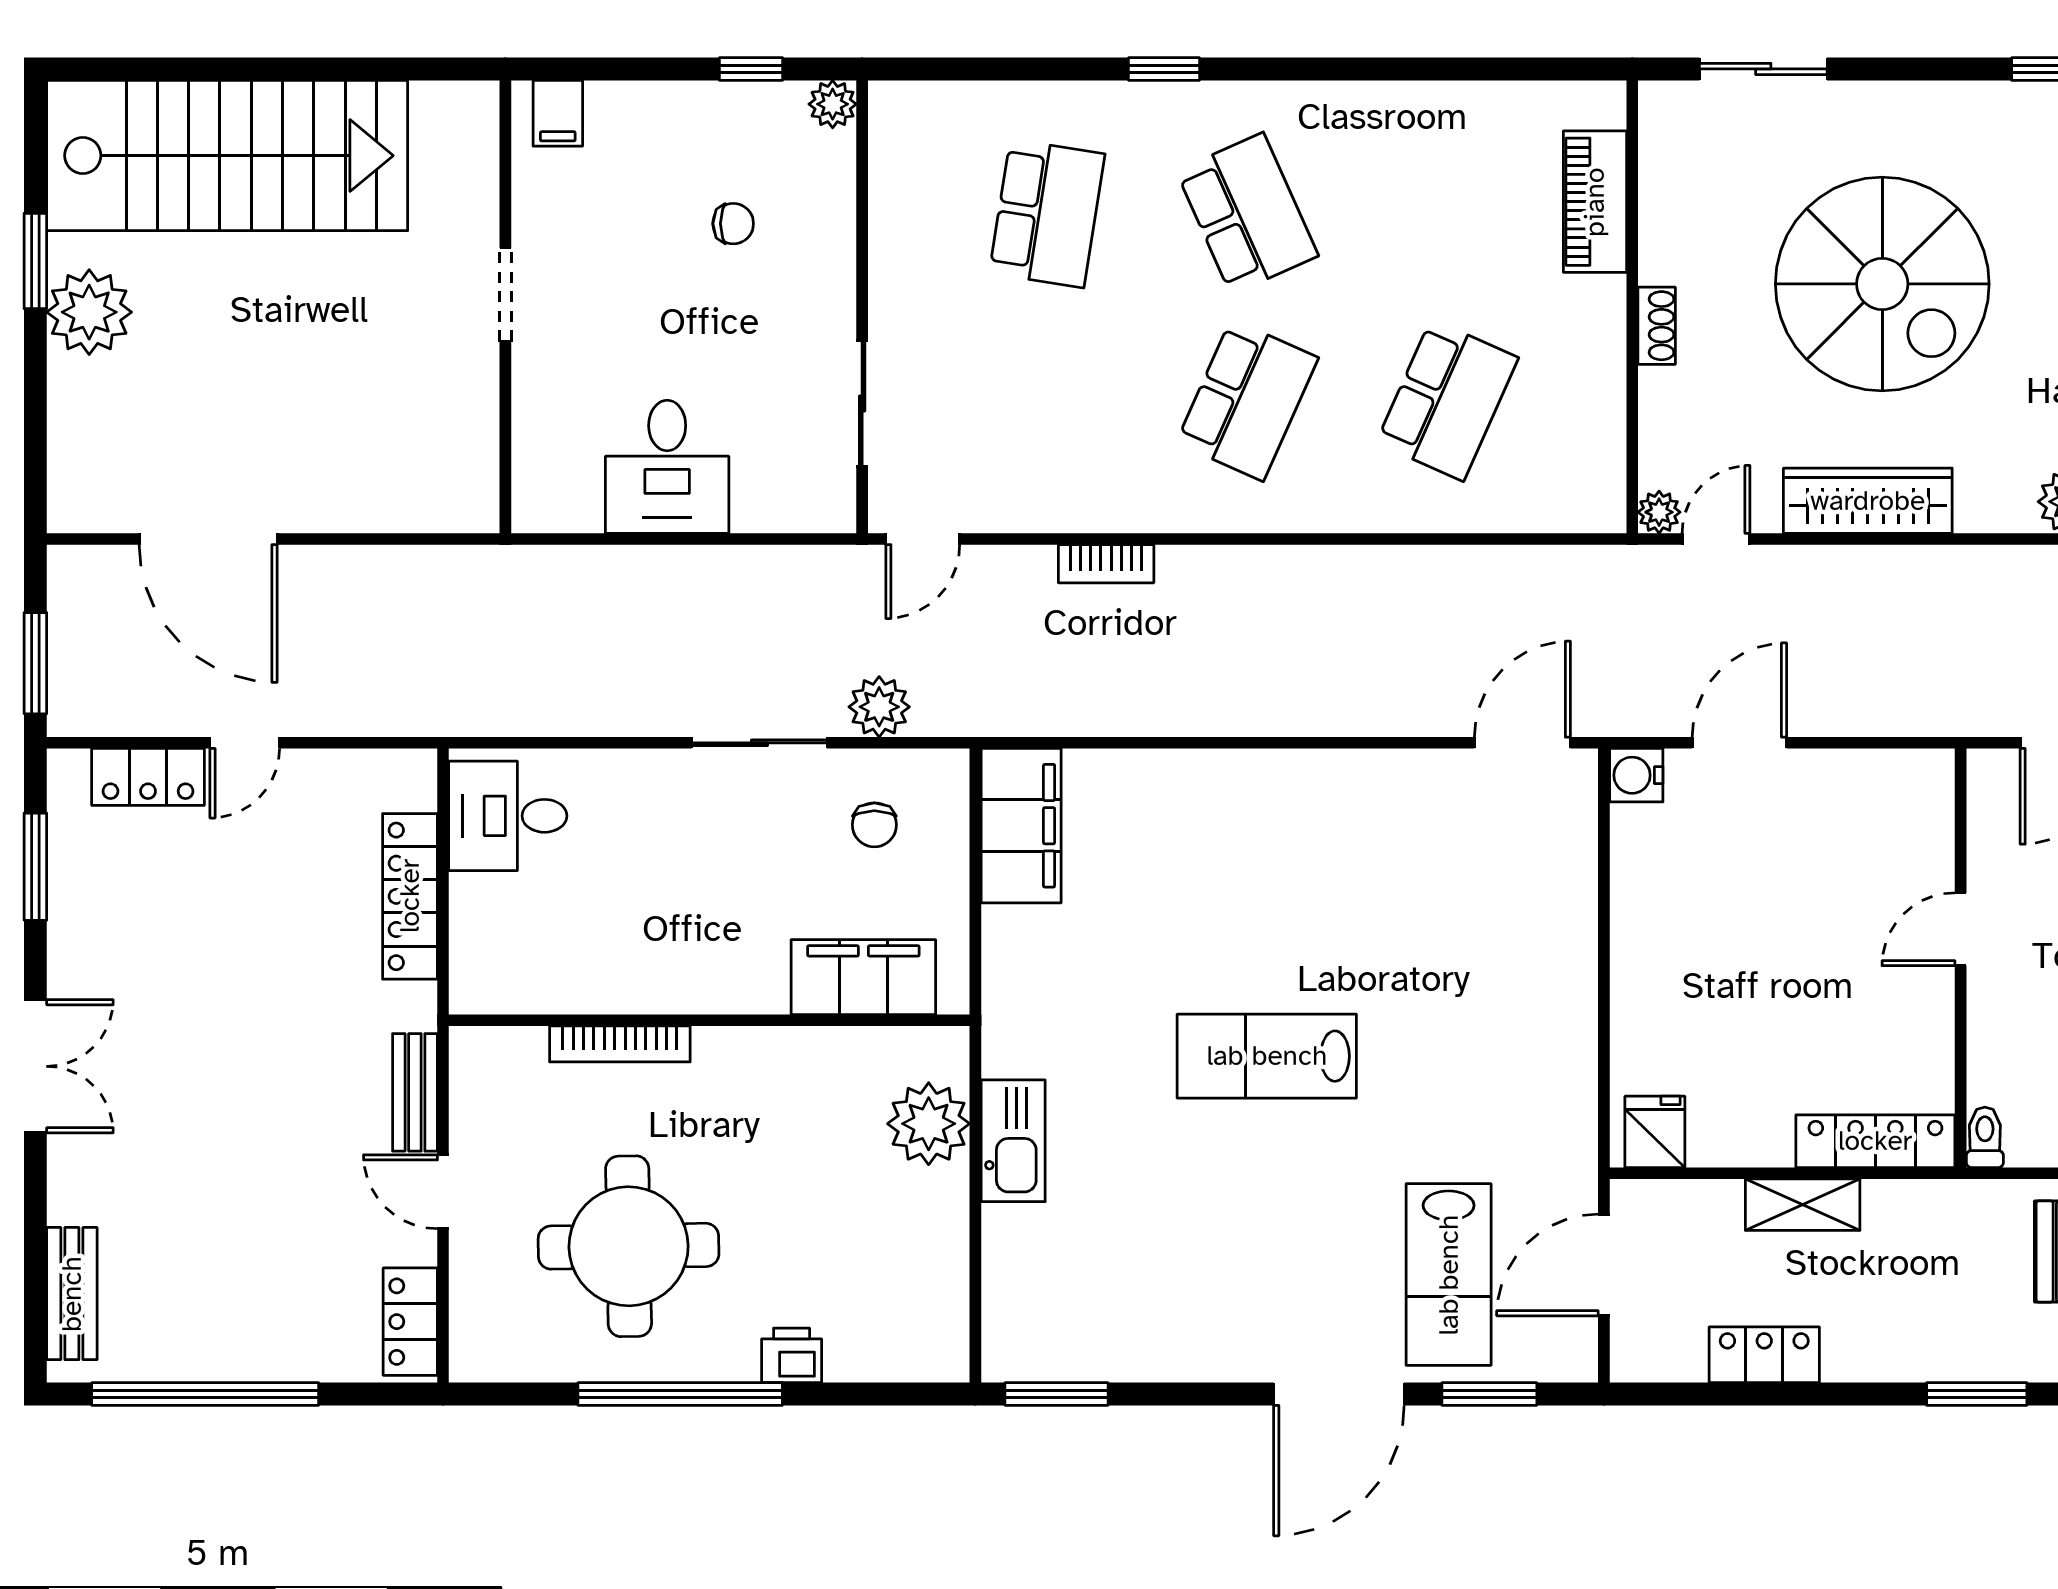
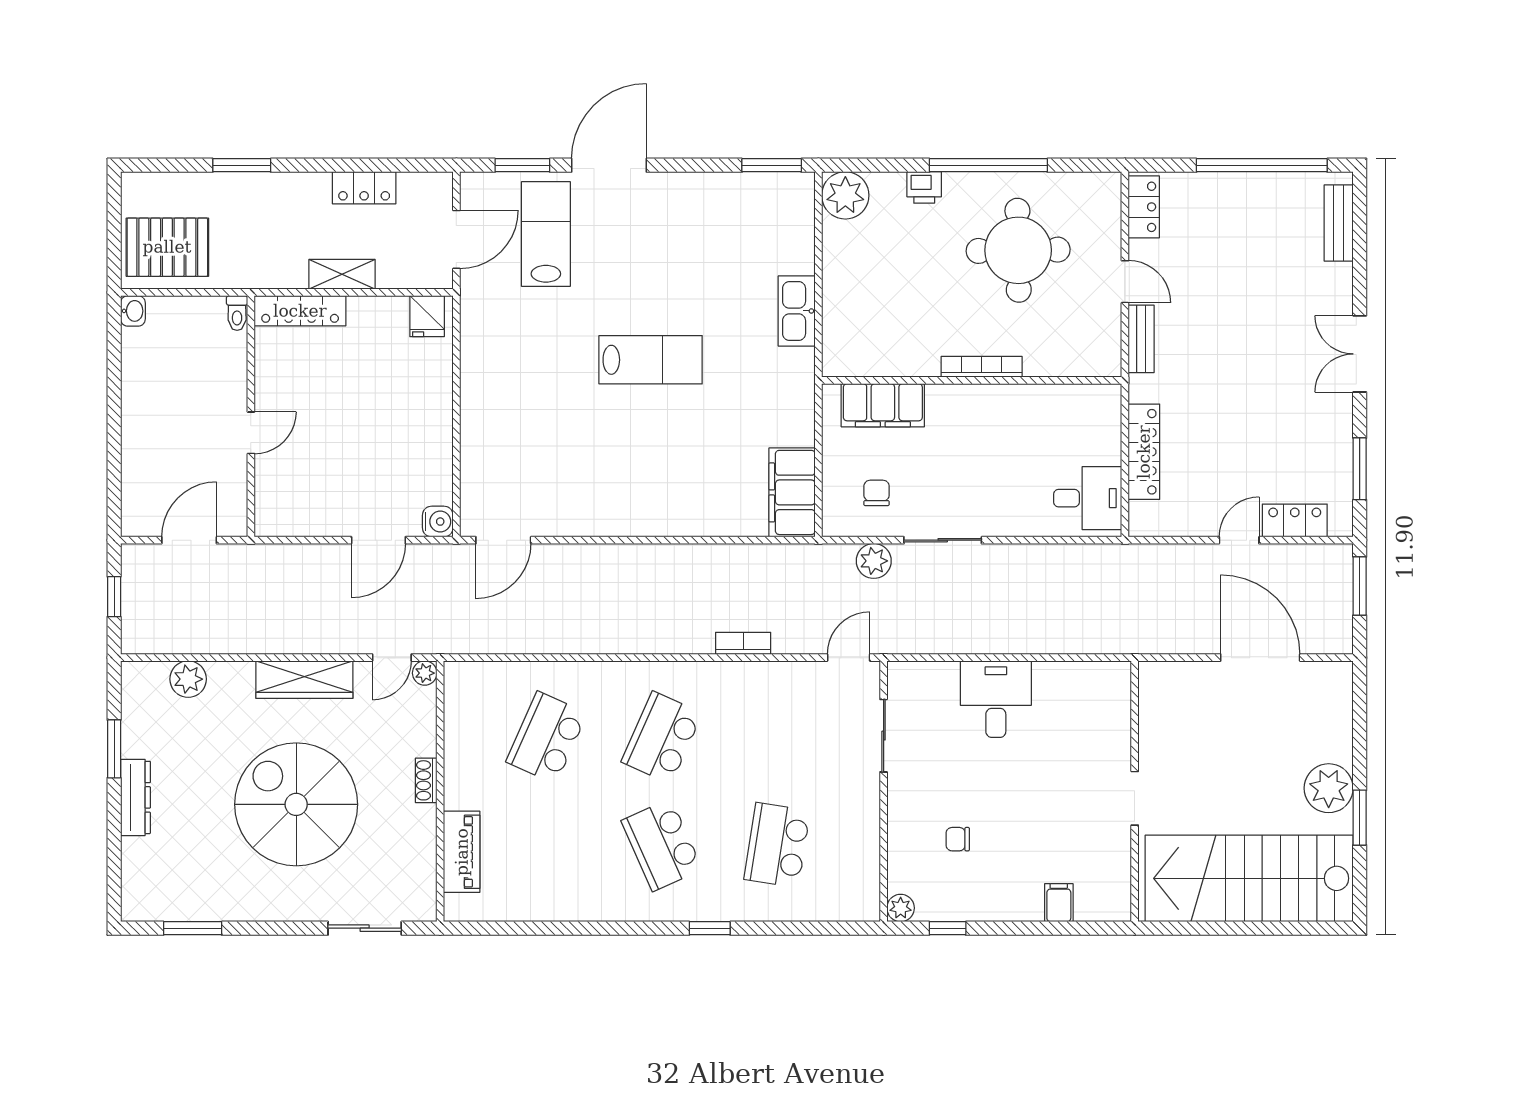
doorway: (505, 295) -> (1135, 798), moved
wall: (505, 307) -> (1135, 791), moved
bookcase: (620, 1044) -> (982, 367), moved
plant: (929, 1124) -> (845, 195), moved

